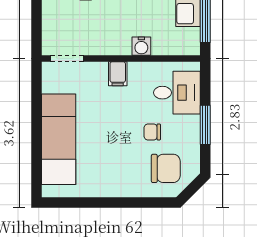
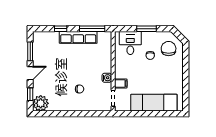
water cooler: (141, 46) -> (107, 78), moved
filing cabinet: (118, 74) -> (121, 84), moved

